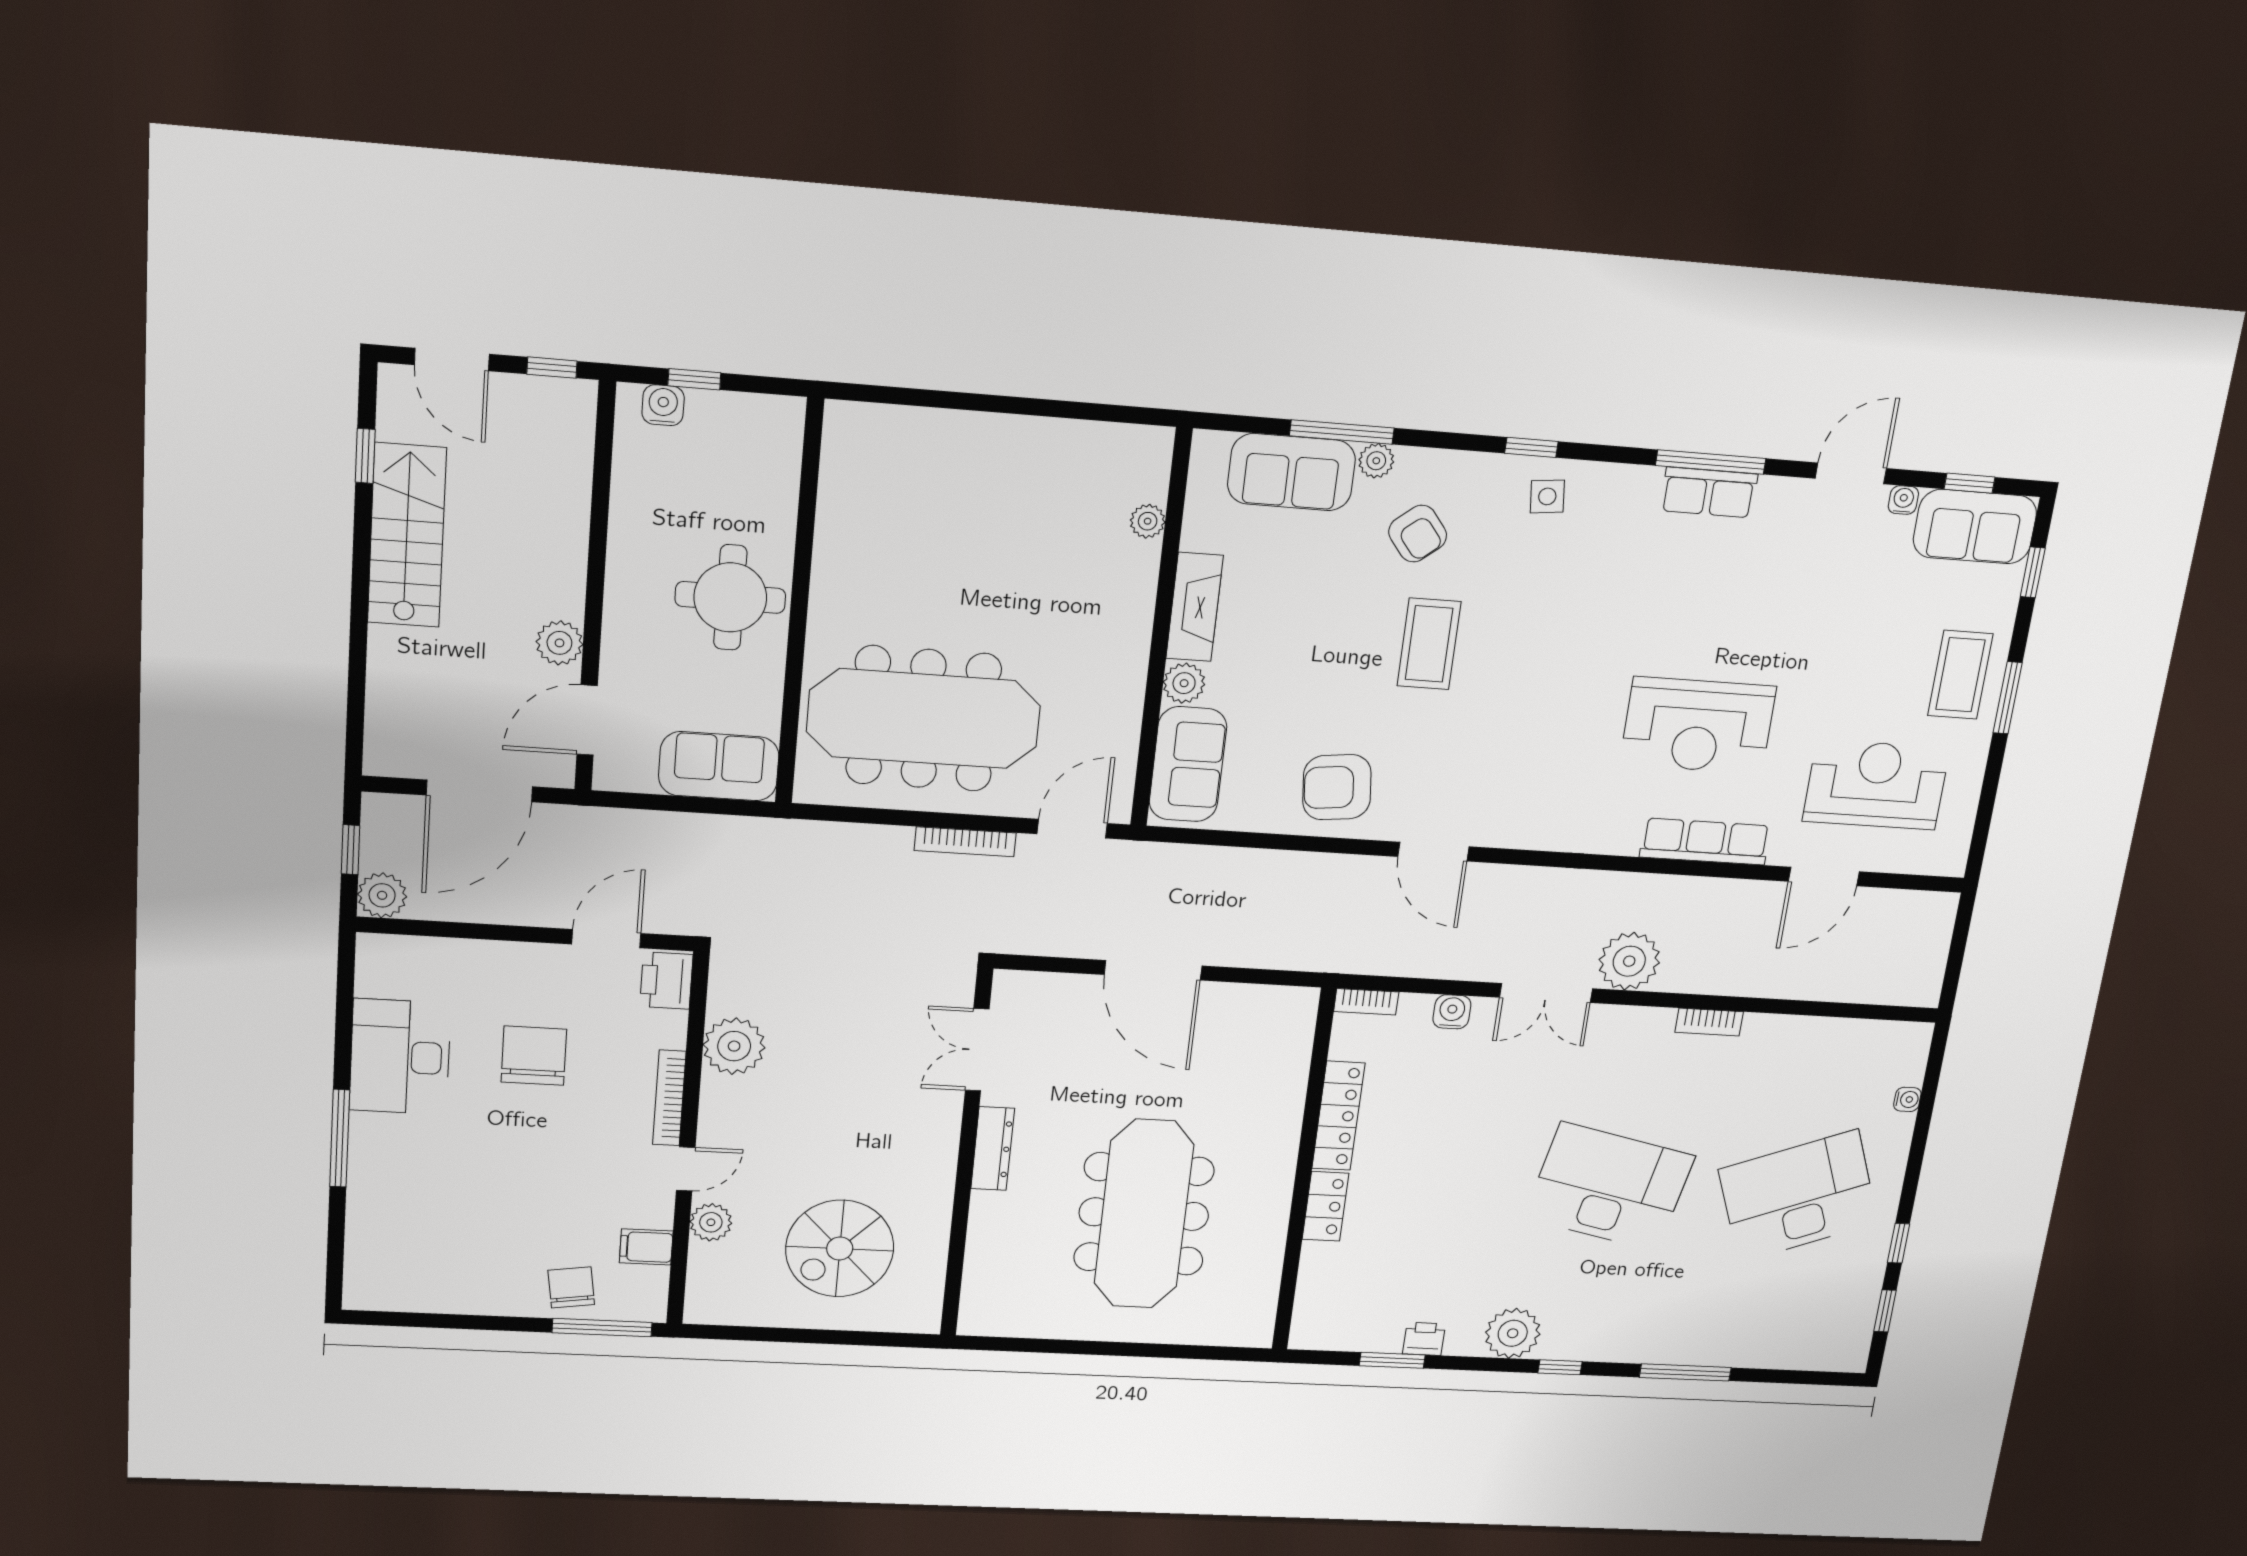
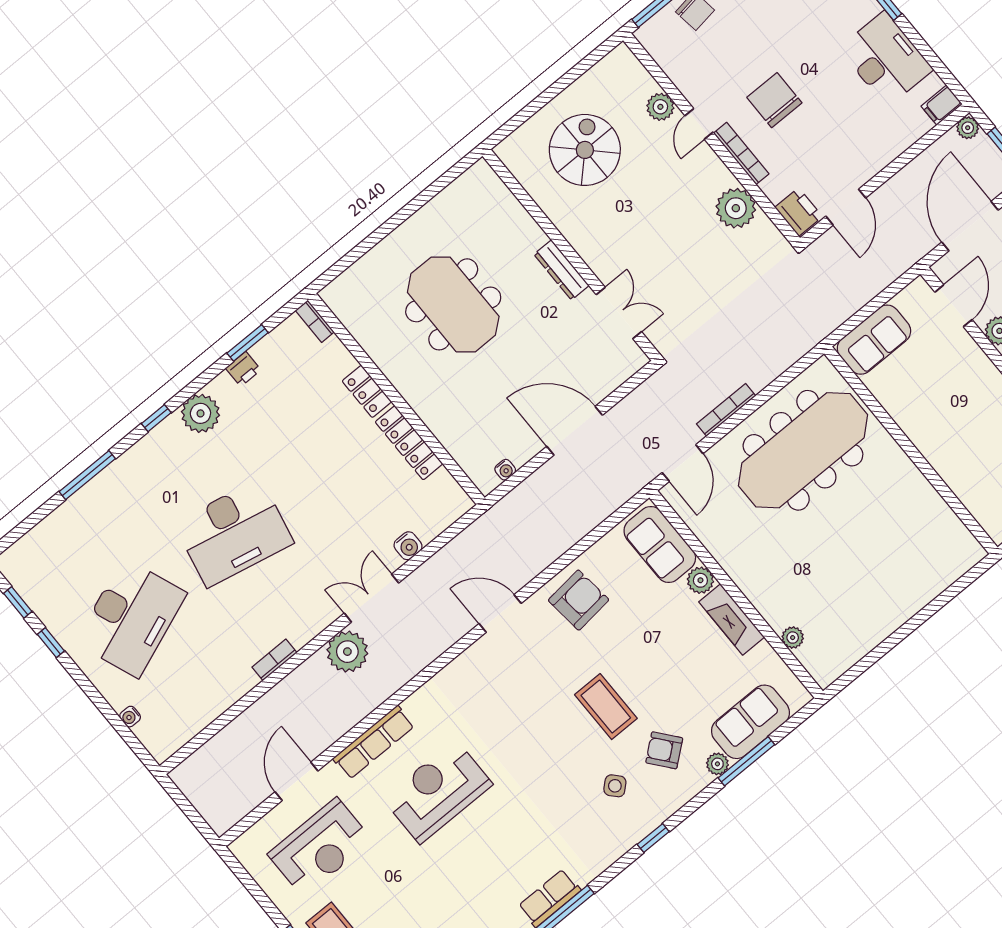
side table: (1547, 496) -> (615, 786), moved, turned -36
round table: (730, 597) -> (944, 424), removed
plant: (382, 895) -> (968, 128), width x0.73, depth x0.73
water cooler: (1269, 997) -> (505, 470), added
bookcase: (1366, 1002) -> (315, 321), moved, turned -90
chair: (534, 1056) -> (774, 100), moved, turned 180
meeting table: (1144, 1214) -> (453, 304), width x0.73
filing cabinet: (646, 1247) -> (942, 105), moved, turned 180

